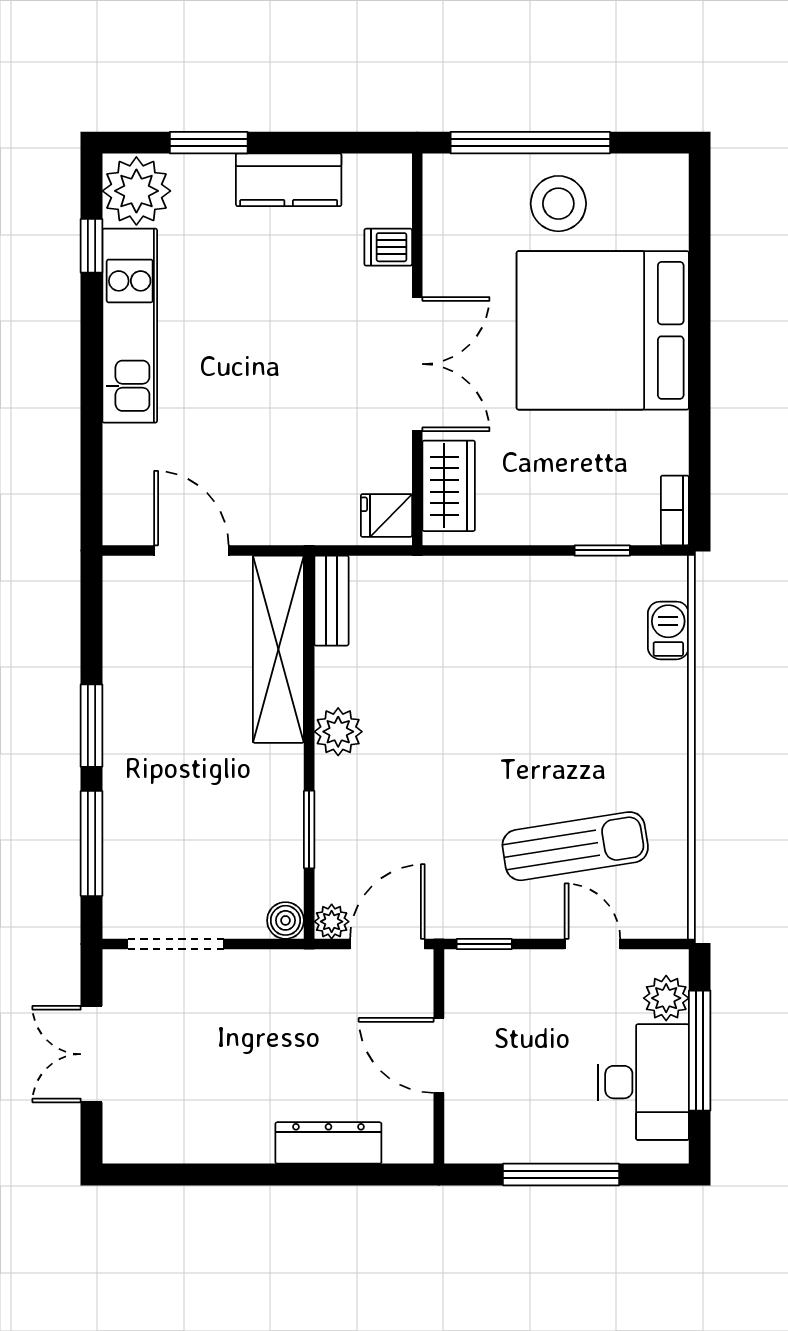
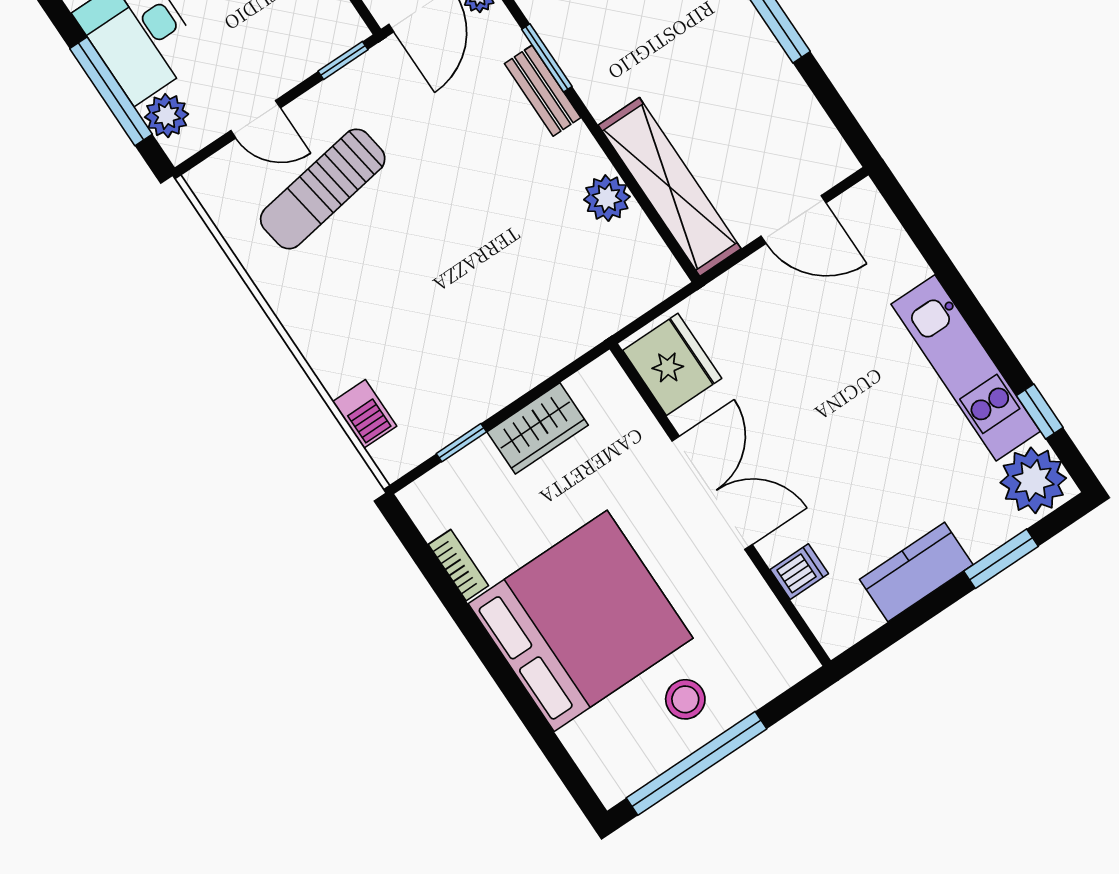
window: (530, 143) -> (696, 763), moved
stool: (558, 204) -> (685, 699), width x0.73, depth x0.73
double door: (417, 364) -> (712, 493), swing flipped
wardrobe: (449, 486) -> (538, 428), moved, turned -90
bookcase: (675, 510) -> (458, 565), moved
fridge: (386, 515) -> (672, 364), width x1.88, depth x1.34
bench: (331, 601) -> (543, 91), moved
plant: (338, 732) -> (607, 198), moved

